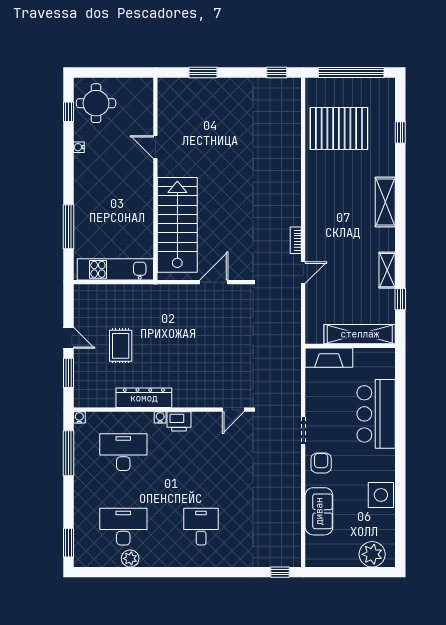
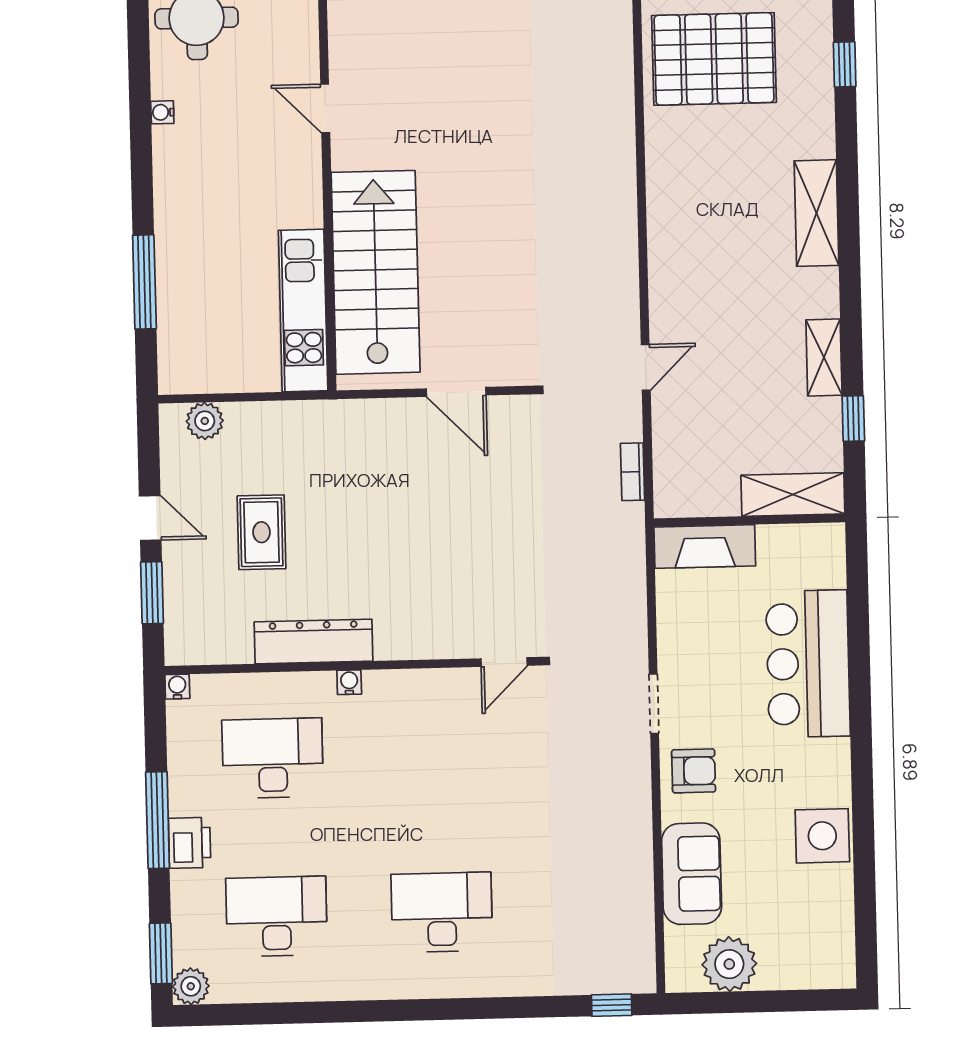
window: (68, 112) -> (138, 38), removed
bookcase: (296, 240) -> (633, 472), moved
kitchen unit: (115, 269) -> (303, 311), moved, turned -90
door: (214, 282) -> (456, 392), swing flipped
plant: (95, 293) -> (205, 421), added
shelving: (360, 334) -> (793, 494), width x0.68
printer: (179, 421) -> (190, 843), moved, turned -90
window: (68, 453) -> (158, 820), moved
armchair: (321, 463) -> (694, 771), turned 90
desk: (201, 527) -> (442, 912), width x1.37
plant: (372, 554) -> (729, 964), moved
plant: (130, 558) -> (191, 986), moved

